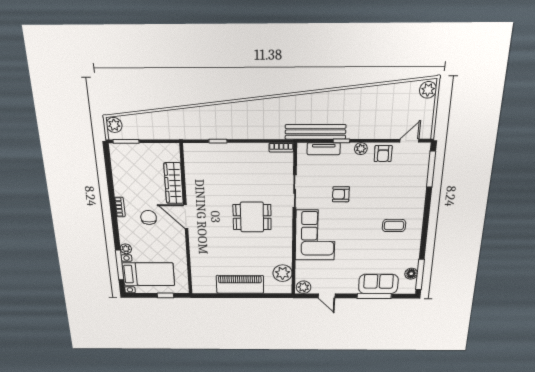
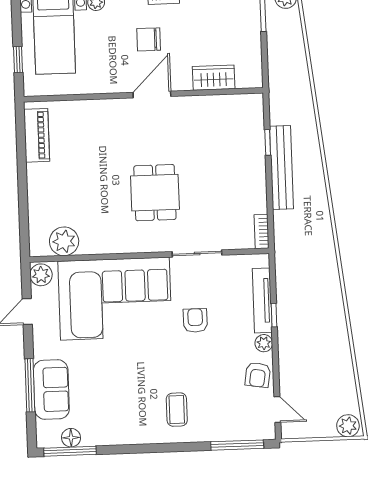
bench: (315, 132) -> (281, 167), moved
tv unit: (324, 149) -> (262, 300), width x1.41
armchair: (383, 154) -> (258, 375), turned -81
wardrobe: (174, 183) -> (214, 78), width x0.67
chair: (149, 217) -> (149, 39), turned 180
coffee table: (394, 226) -> (177, 410), moved
corner sofa: (315, 235) -> (115, 299), width x1.36, depth x1.36
piano: (240, 284) -> (37, 135), moved, width x0.73, depth x0.75

